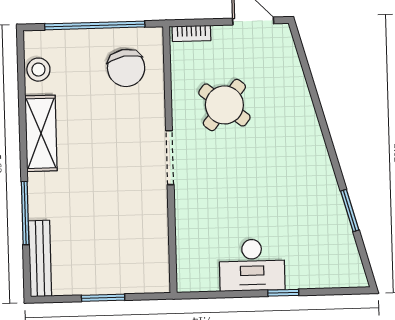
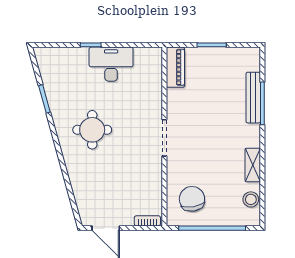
round table: (224, 105) -> (92, 130), moved, turned -38
shelving: (41, 133) -> (253, 165), width x0.67, depth x0.75
bench: (40, 259) -> (253, 98), moved
piano: (156, 263) -> (175, 67), added

